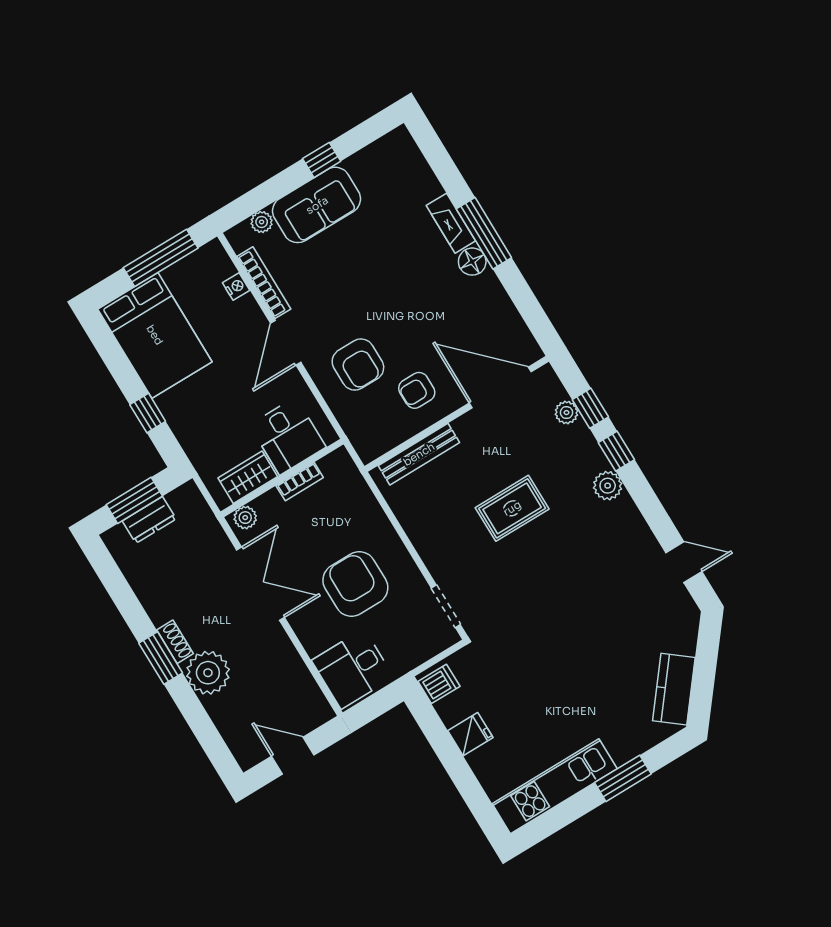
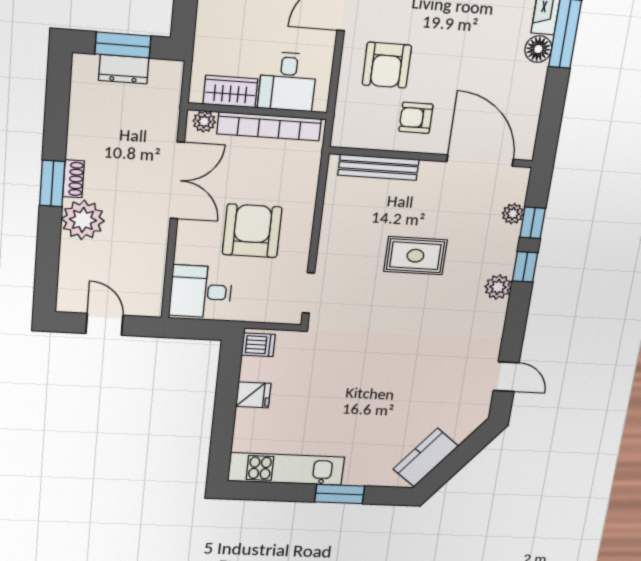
bookcase: (300, 482) -> (269, 126), width x2.31, depth x1.31

